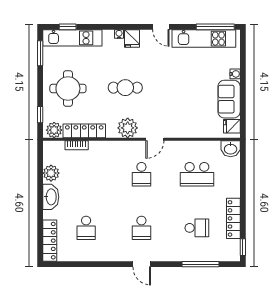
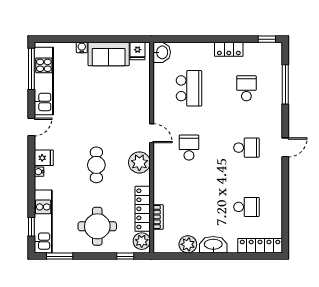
school desk: (141, 174) -> (189, 148), turned -90
locker: (233, 218) -> (229, 49), width x0.66

